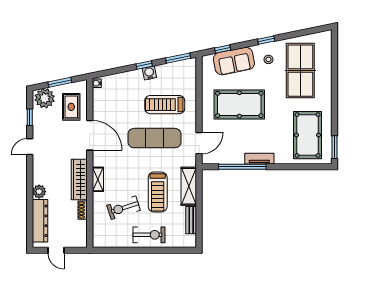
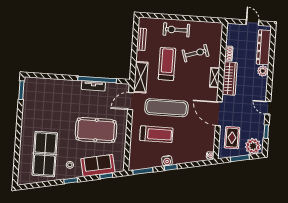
pool table: (308, 135) -> (43, 102), removed
door: (30, 147) -> (268, 108), swing flipped
tv unit: (259, 159) -> (93, 86), moved
shelving: (189, 186) -> (141, 77), moved

